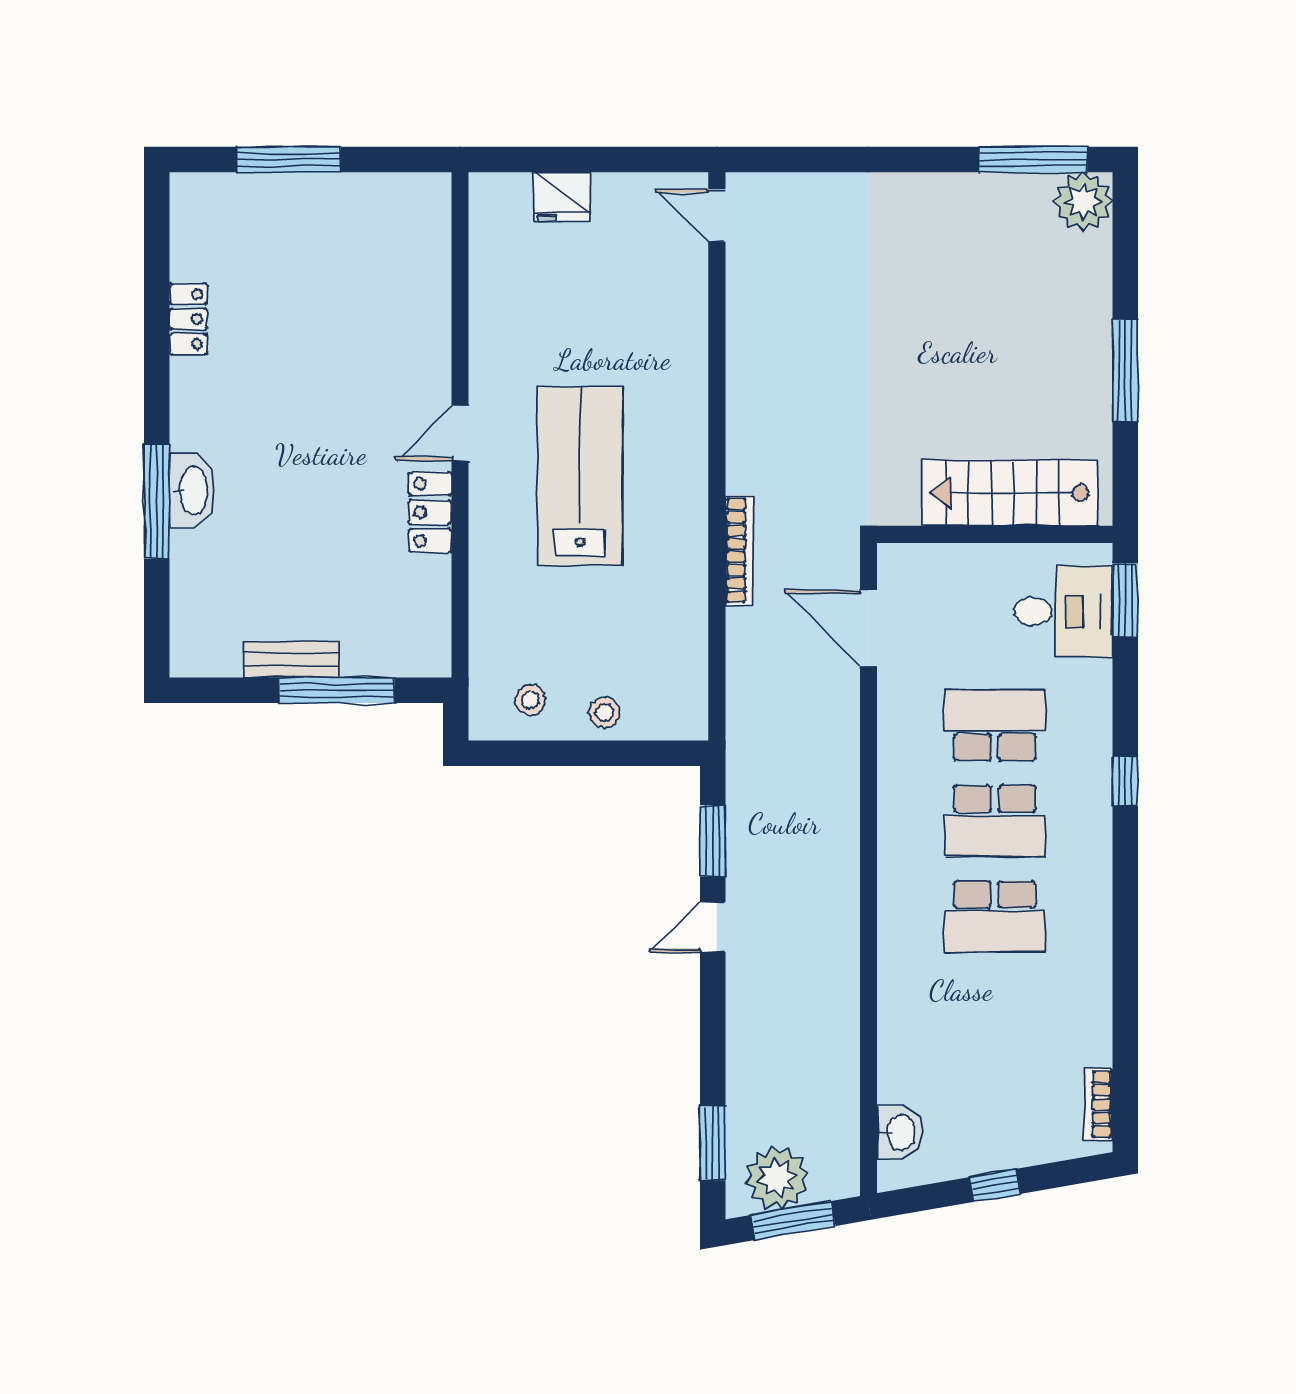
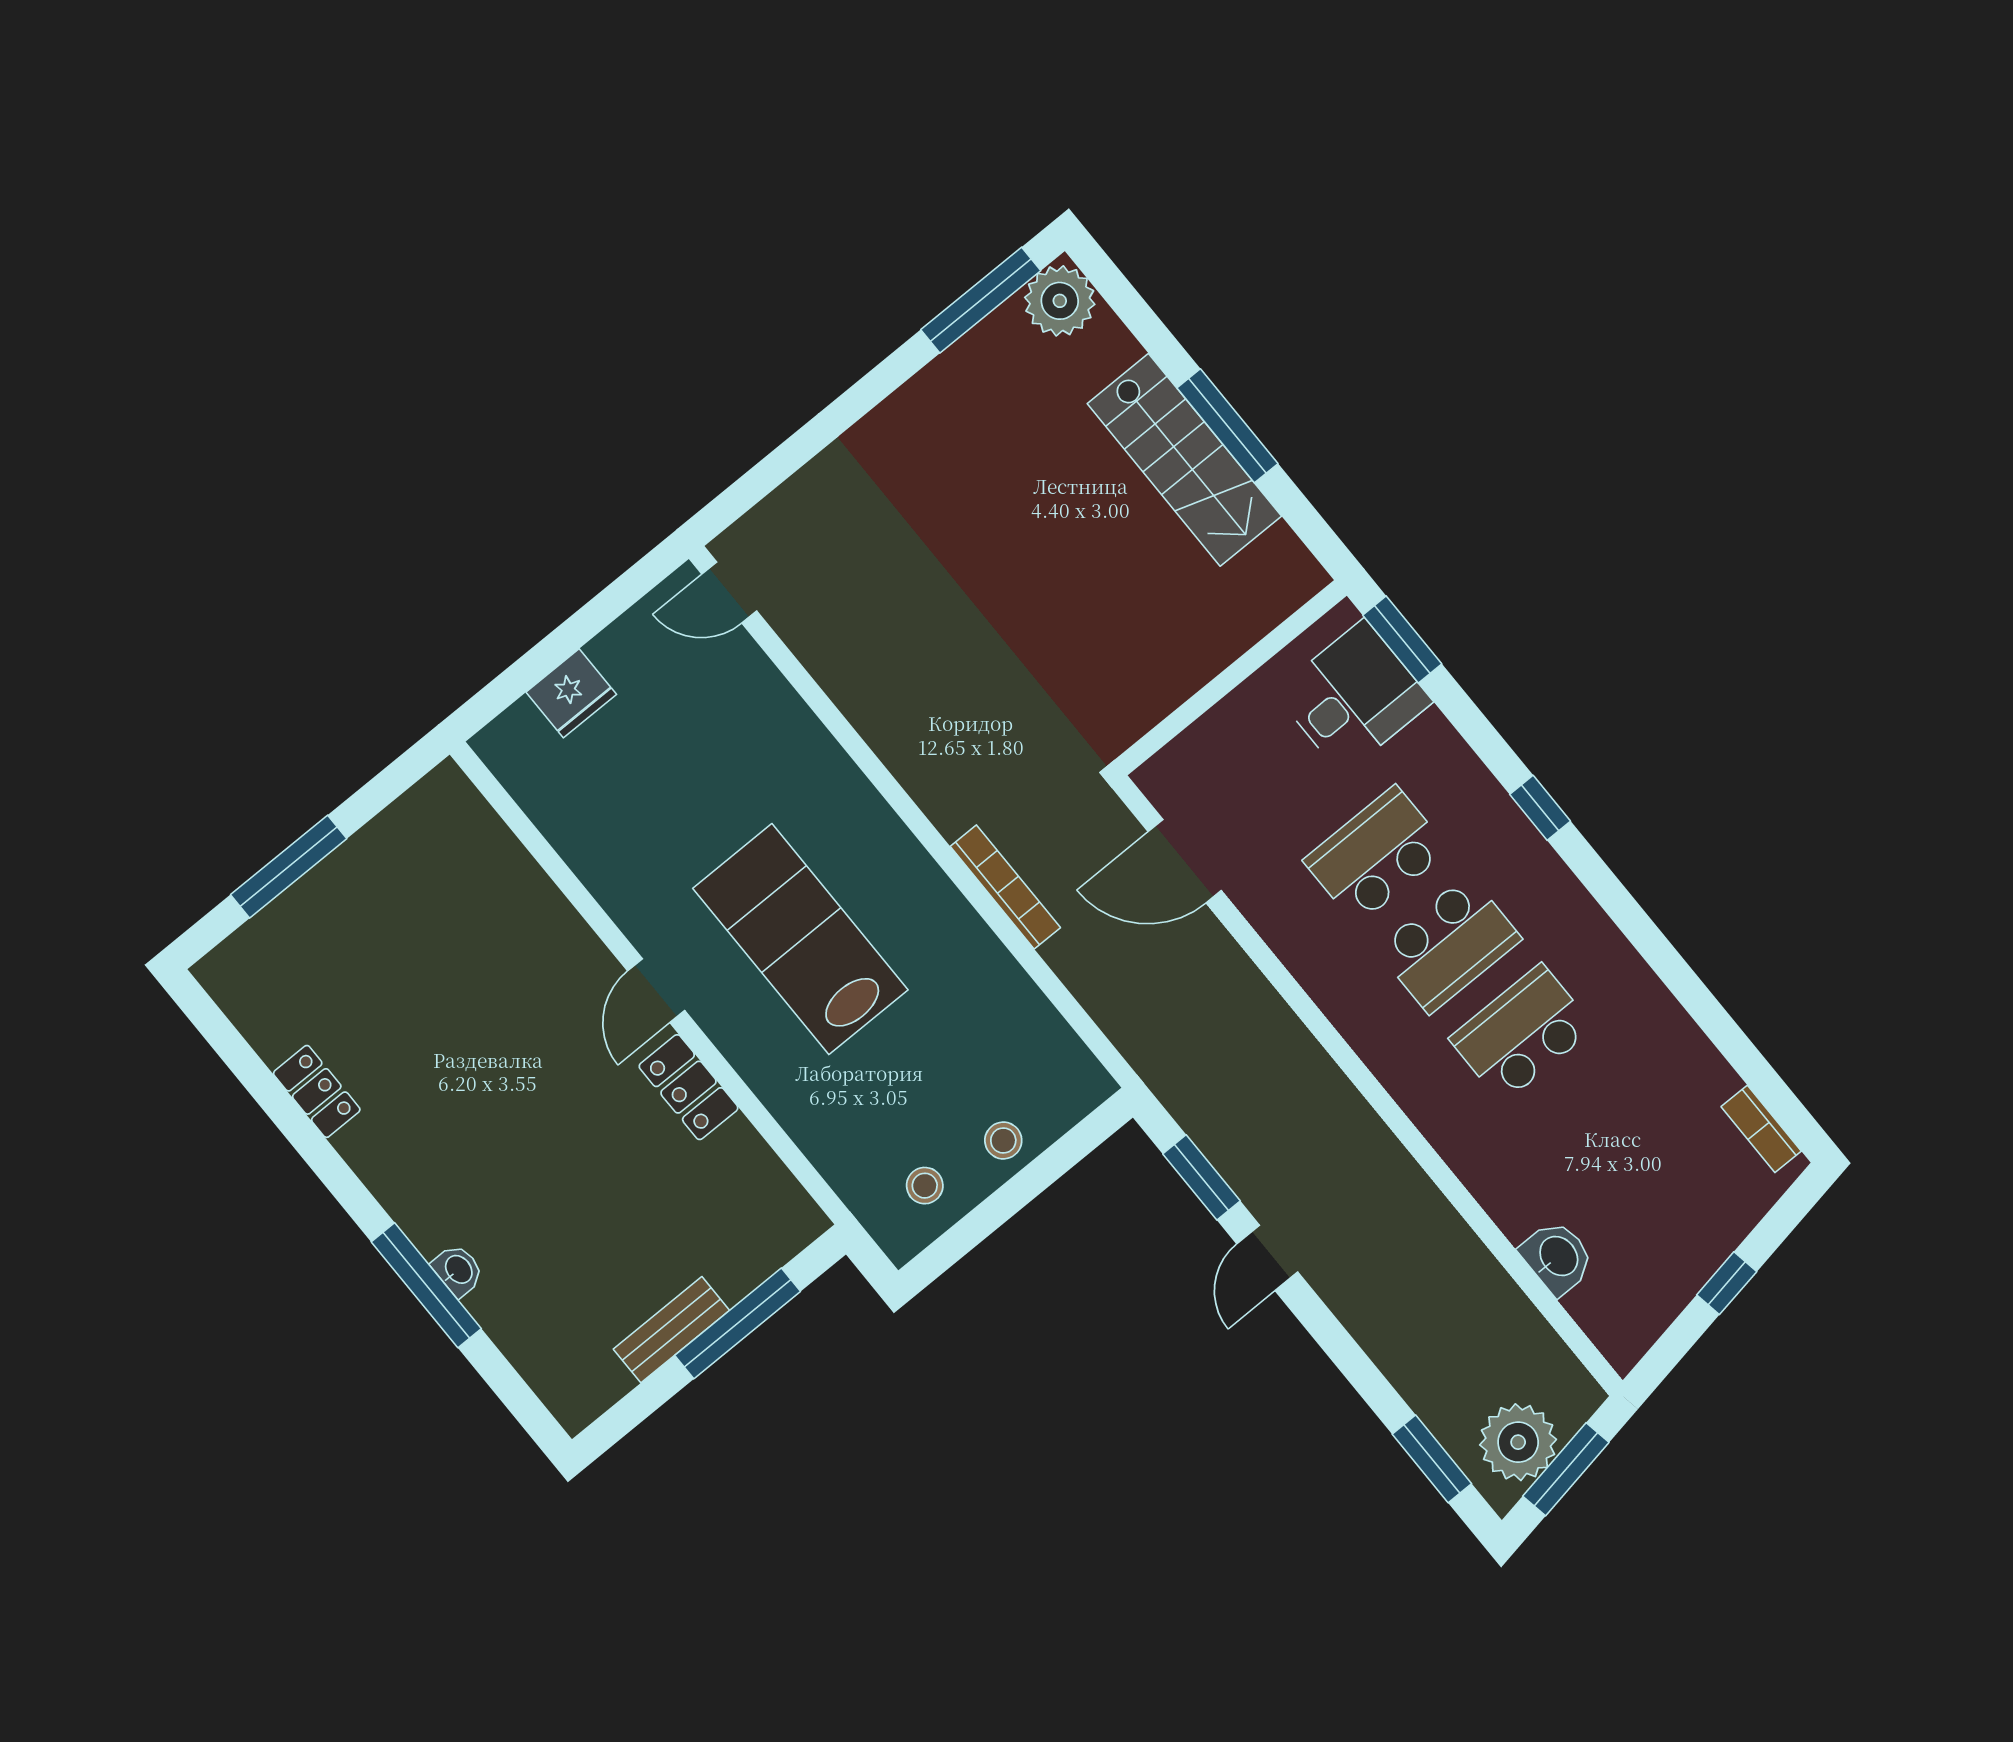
washbasin: (192, 491) -> (458, 1270), width x0.52, depth x0.69
stairs: (1010, 493) -> (1184, 460), moved, turned -90
school desk: (995, 917) -> (1522, 1033), turned 180
washbasin: (900, 1132) -> (1558, 1257), moved

